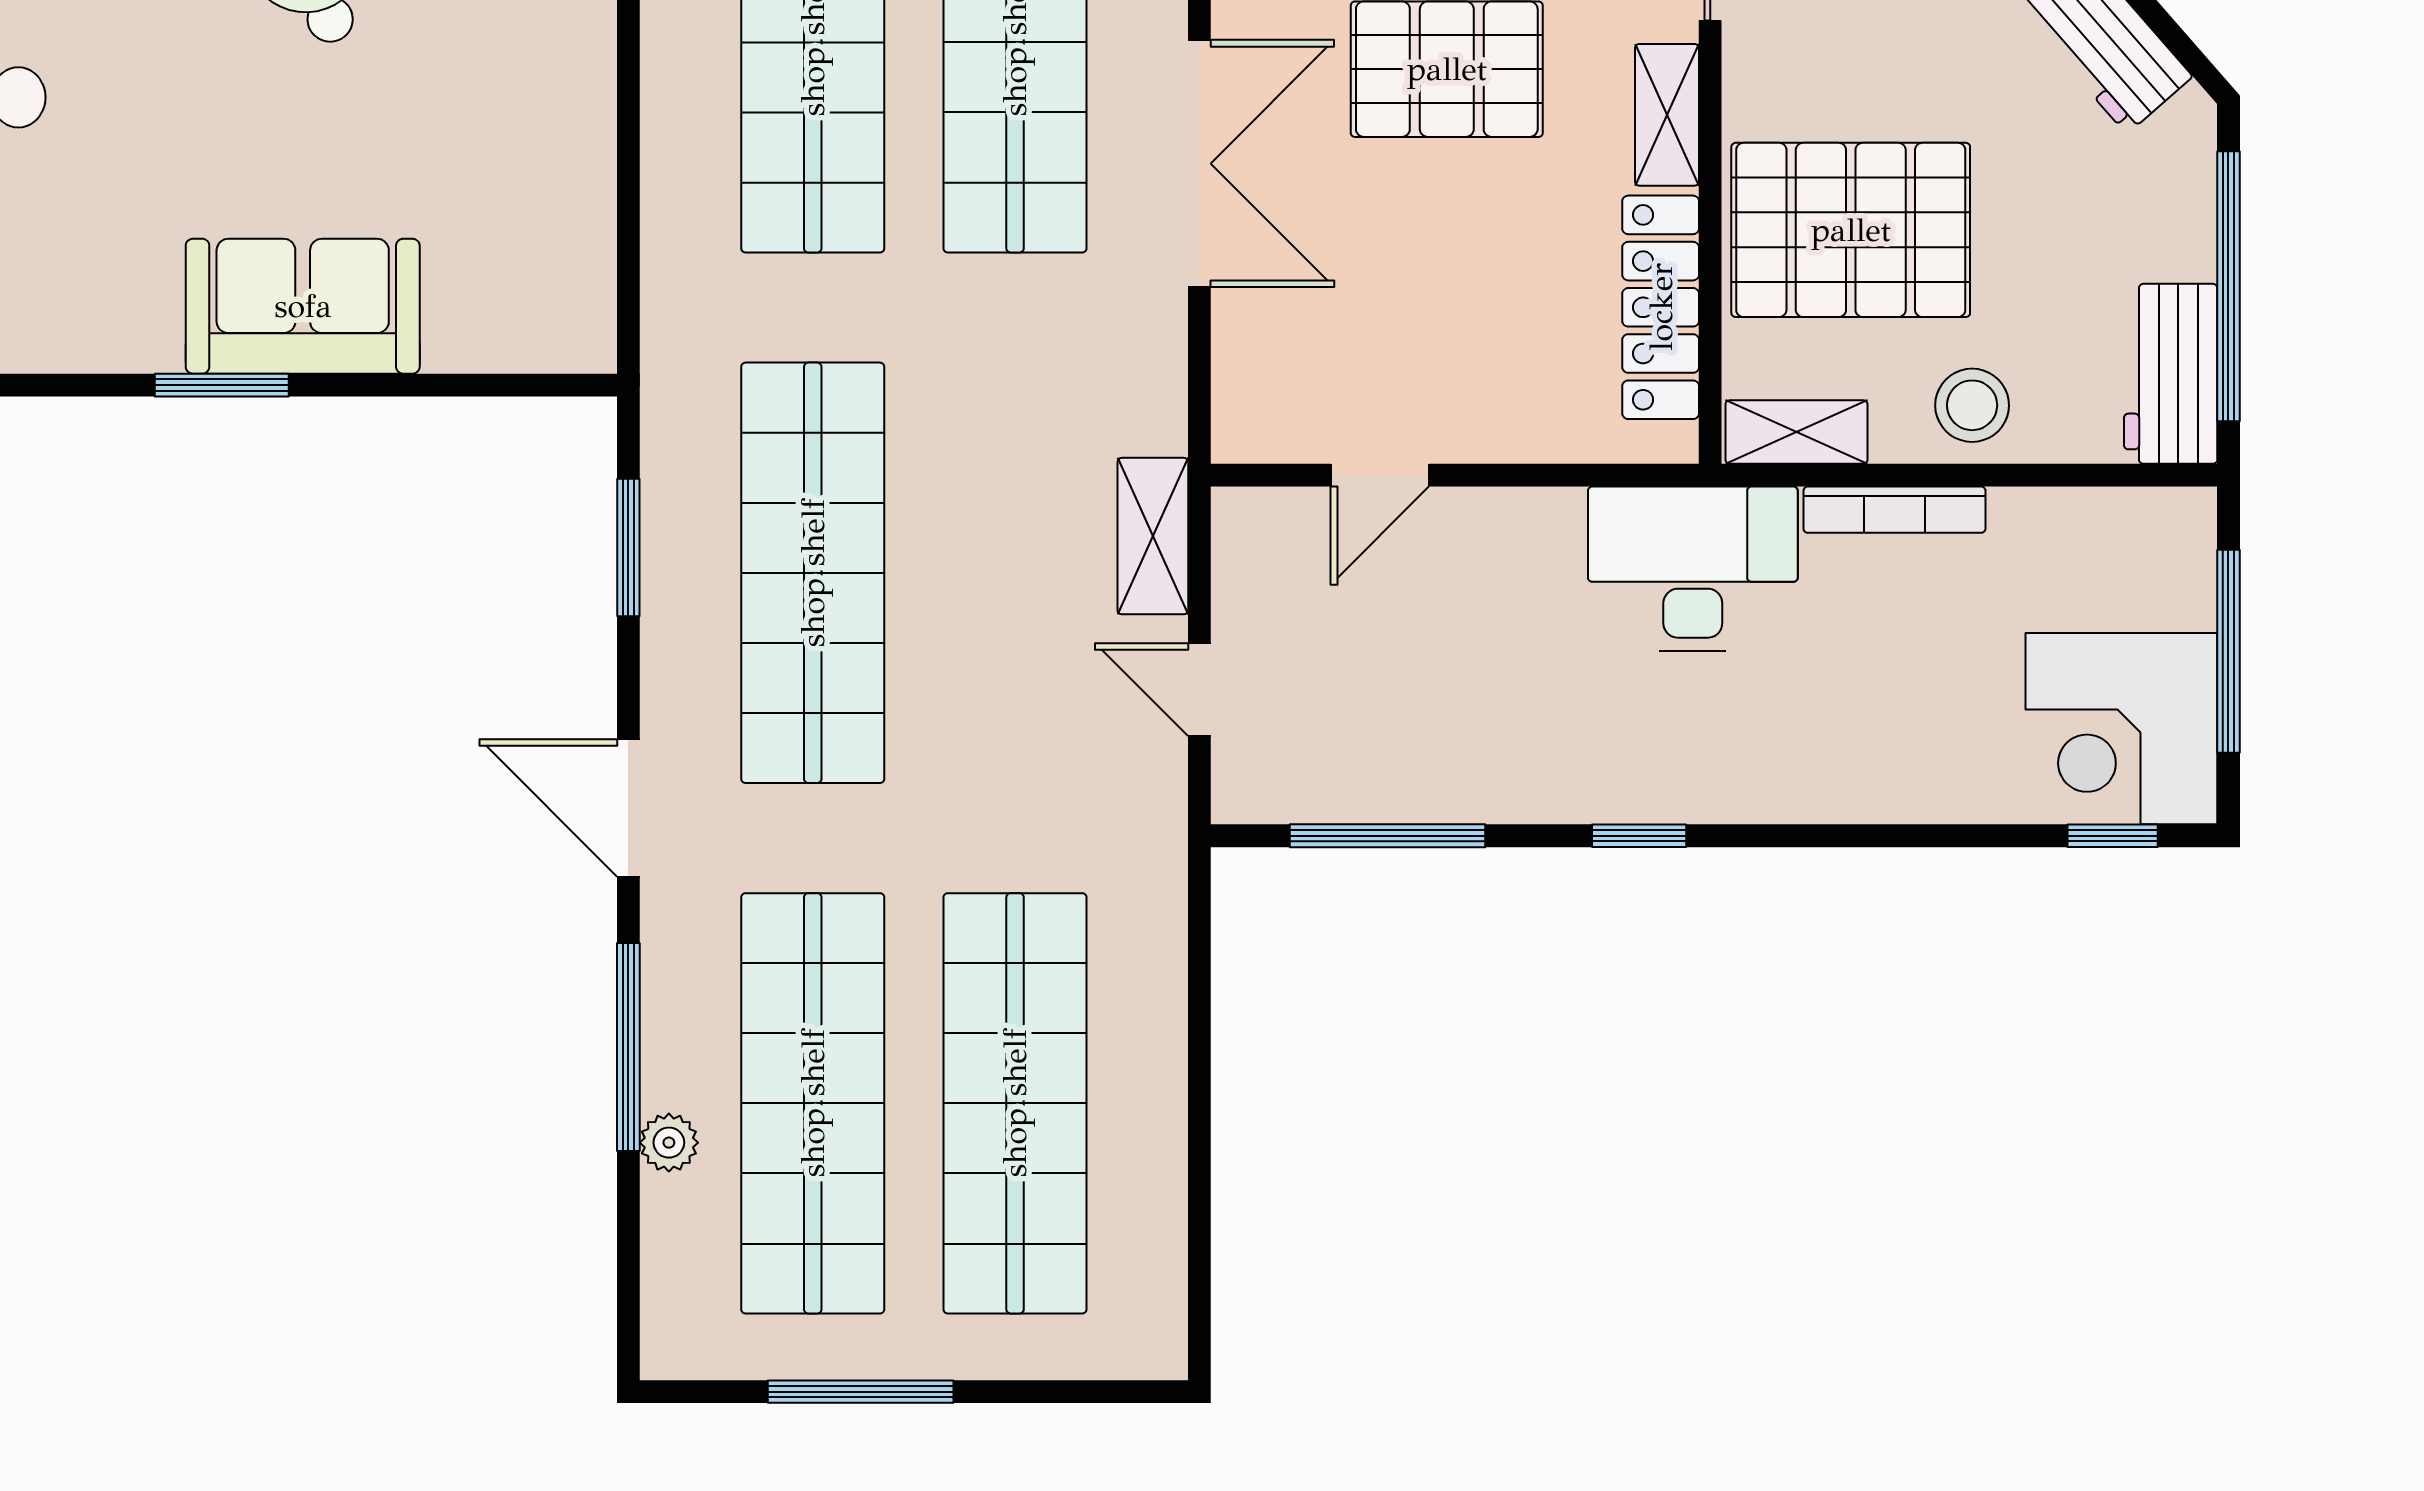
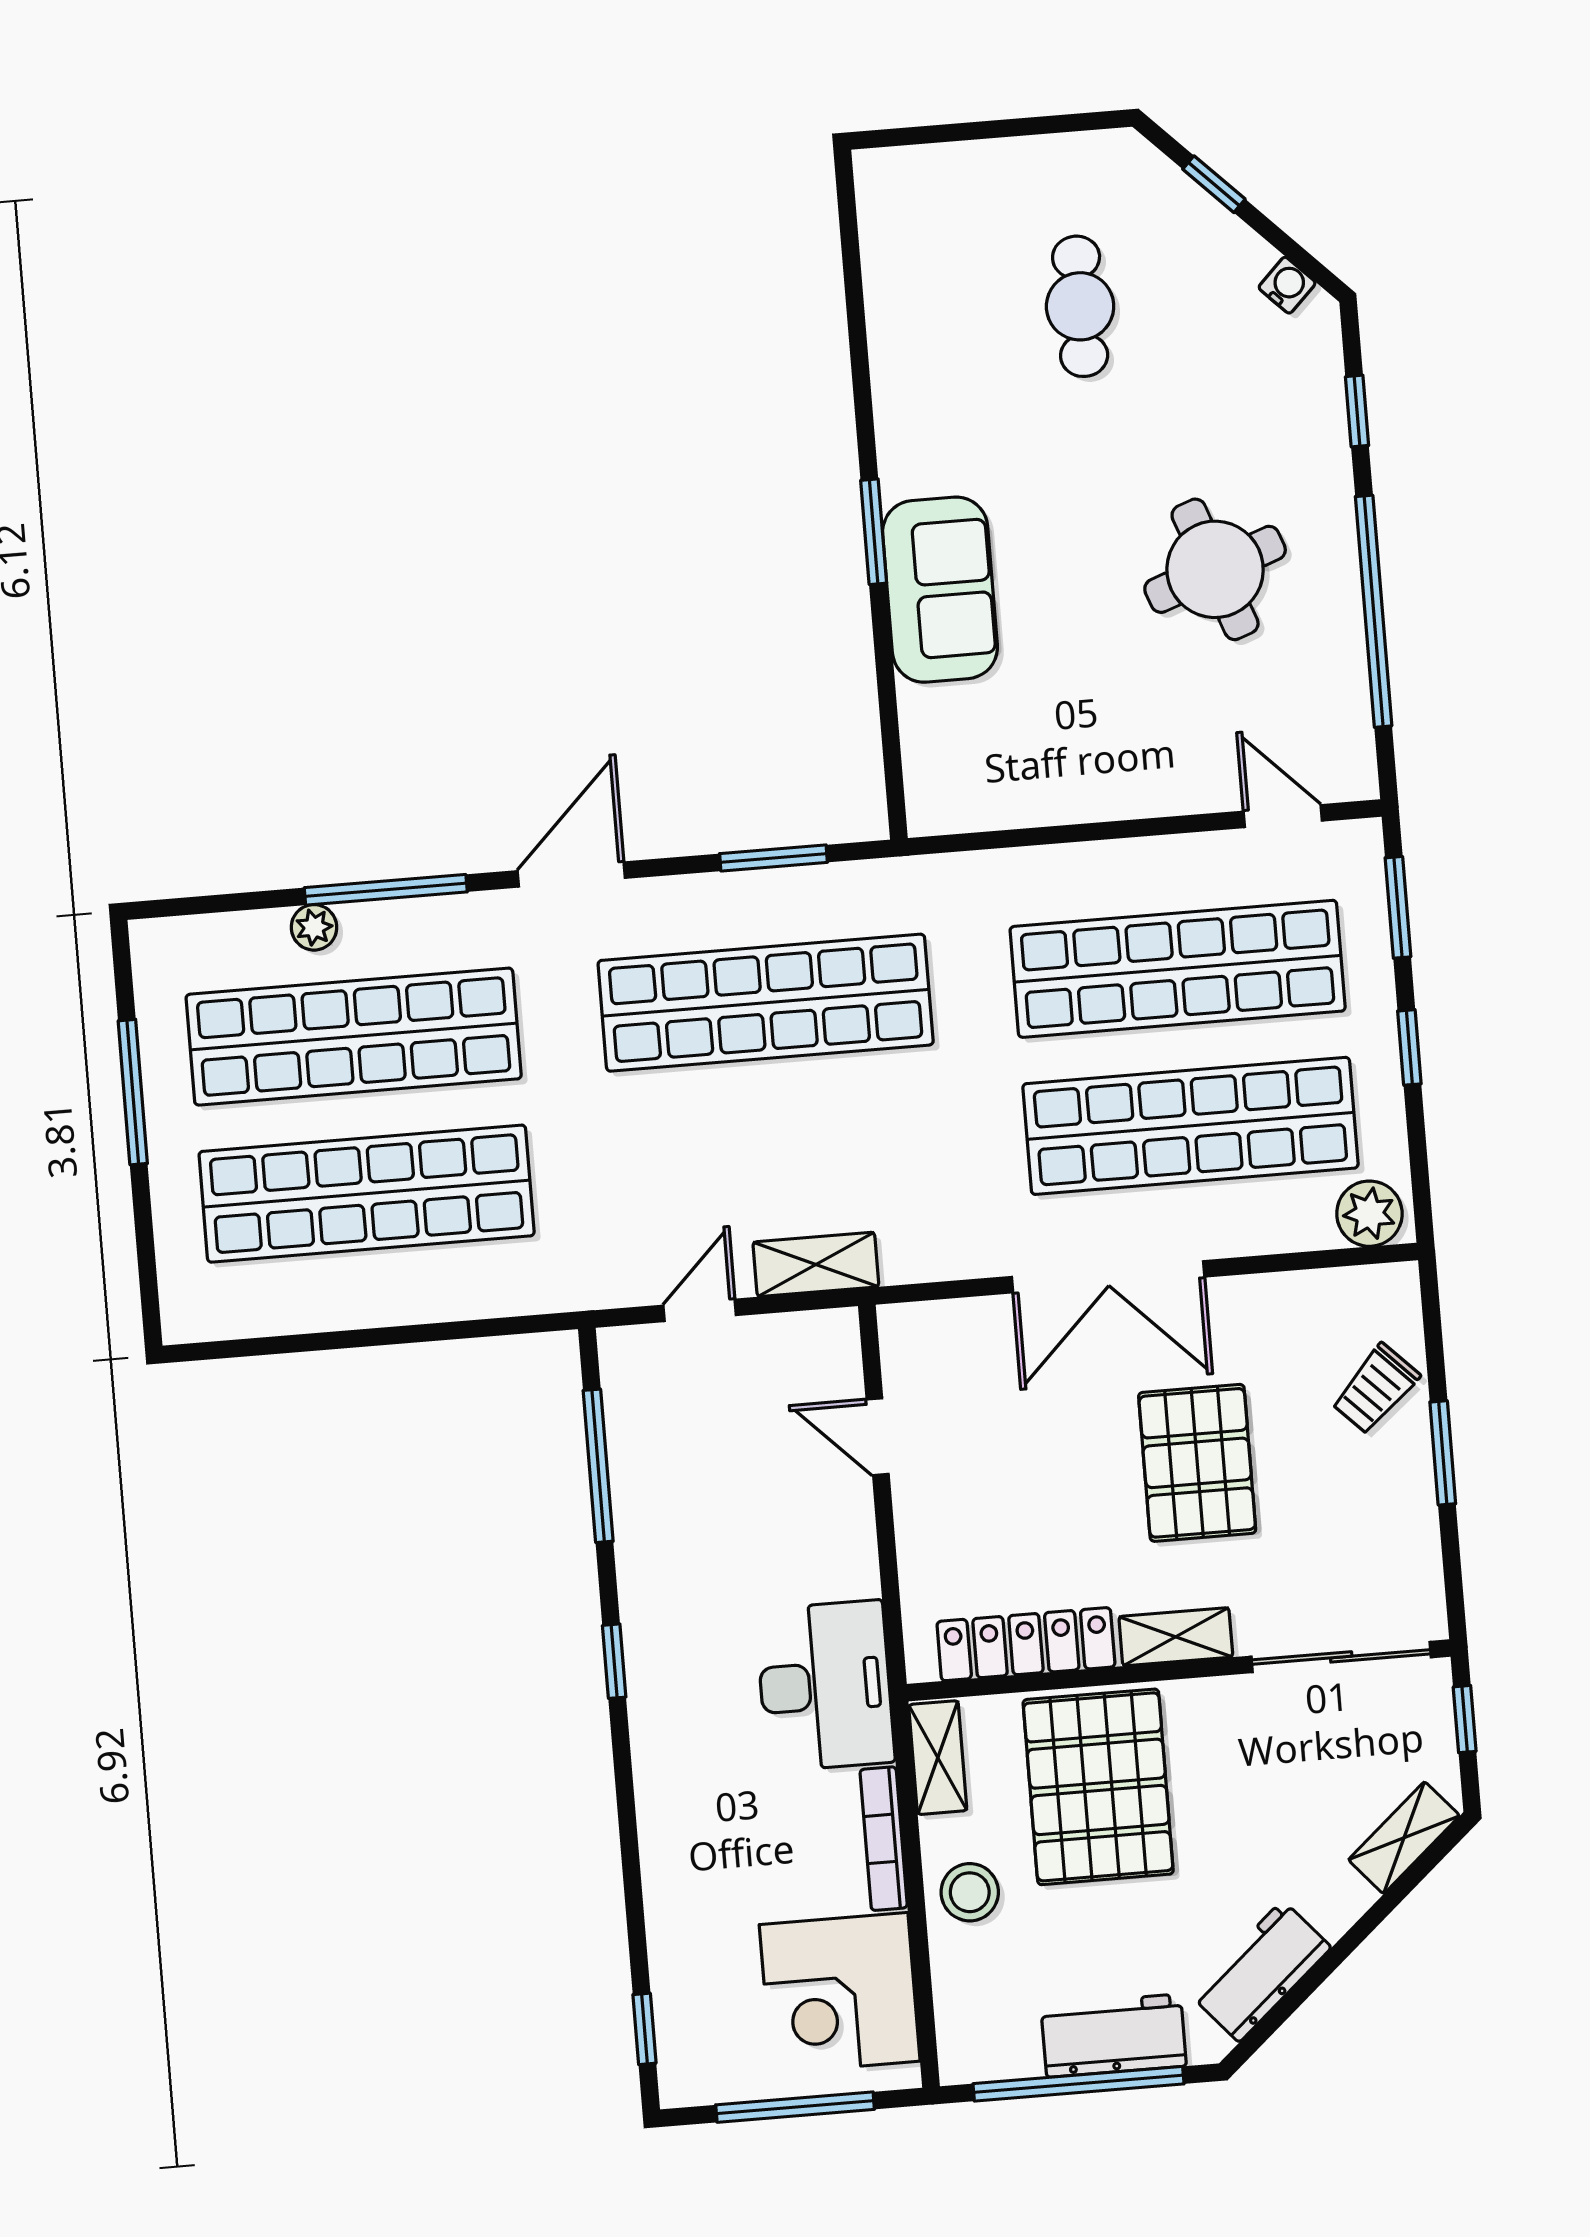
workbench: (2171, 374) -> (1114, 2036), moved
corner desk: (2121, 729) -> (840, 1993), moved, turned -90

